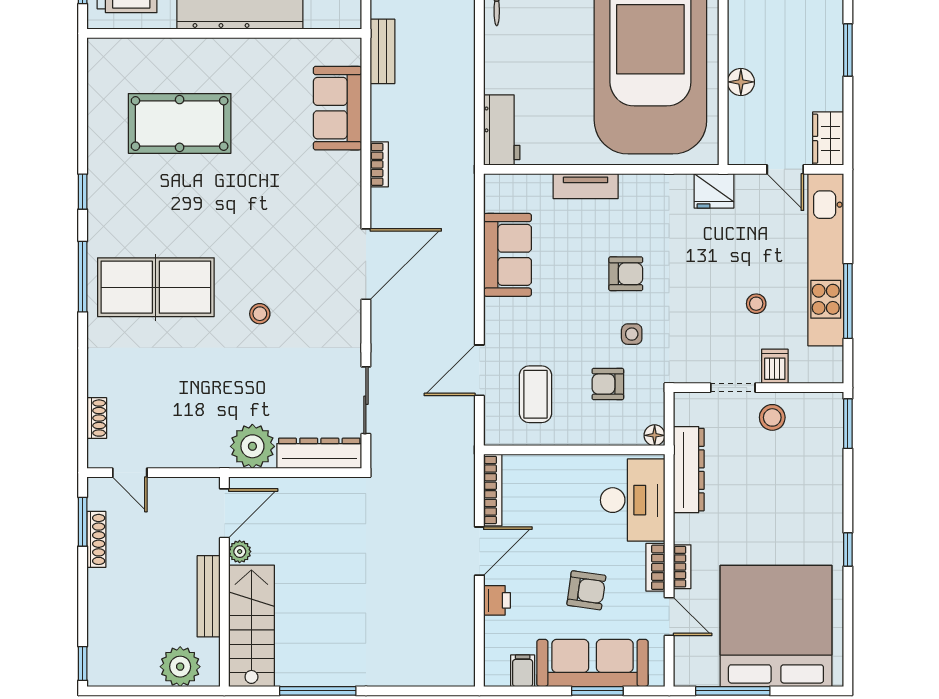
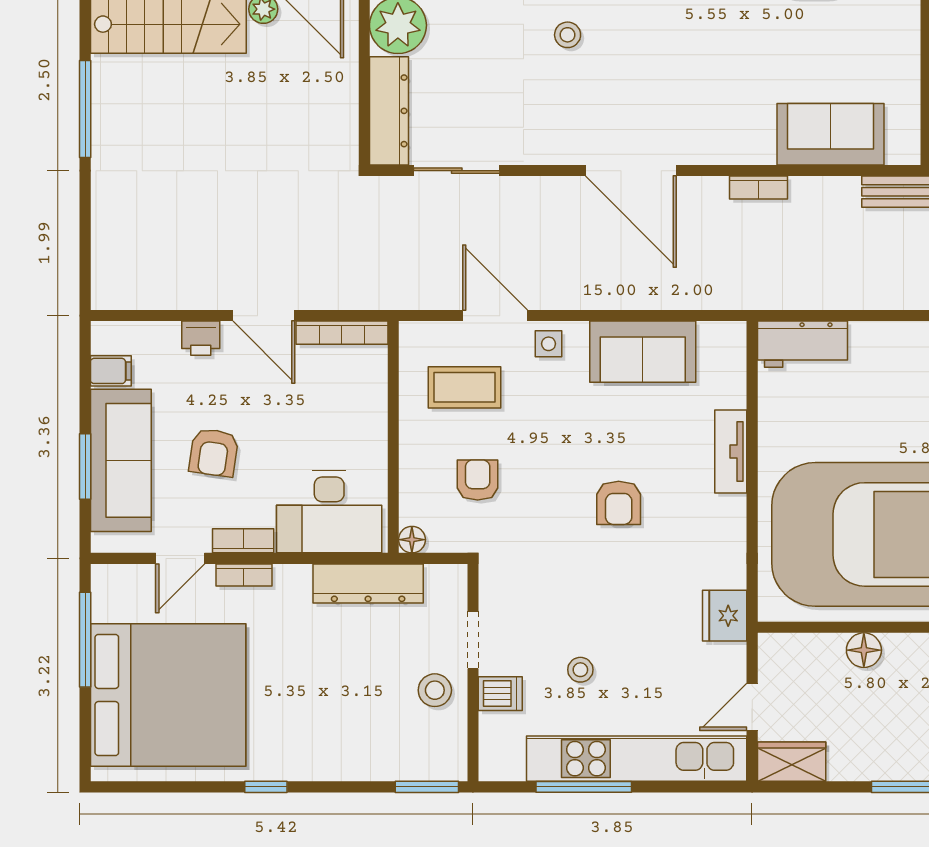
side table: (632, 334) -> (549, 344), moved

